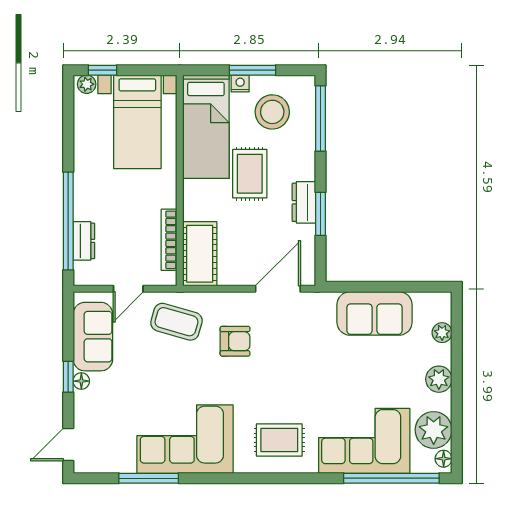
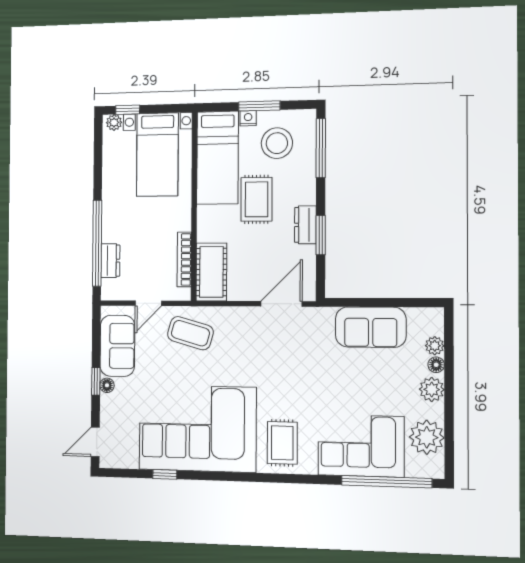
armchair: (235, 341) -> (243, 351), removed
corner sofa: (185, 439) -> (197, 429), width x1.36, depth x1.36
rug: (279, 440) -> (282, 443), turned 90
floor lamp: (444, 459) -> (436, 365), moved
window: (149, 478) -> (165, 474), width x0.46

